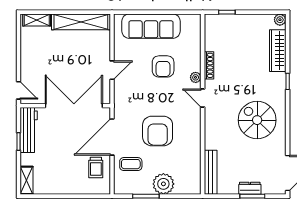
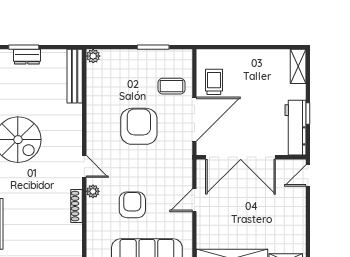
door: (19, 90) -> (308, 176), hinge flipped
plant: (163, 184) -> (93, 56), moved, width x0.53, depth x0.53

